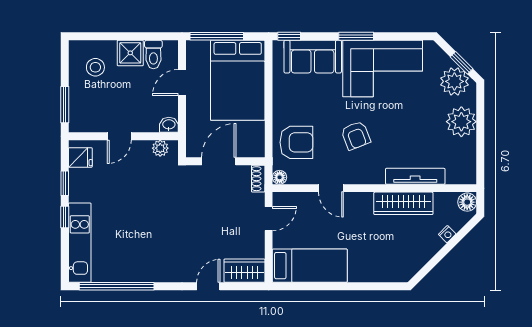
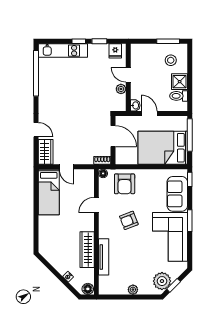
door: (182, 82) -> (149, 114), moved
window: (65, 105) -> (168, 41), moved
plant: (461, 122) -> (133, 290), width x0.53, depth x0.53
plant: (160, 148) -> (121, 89), moved
door: (269, 219) -> (66, 167), moved

